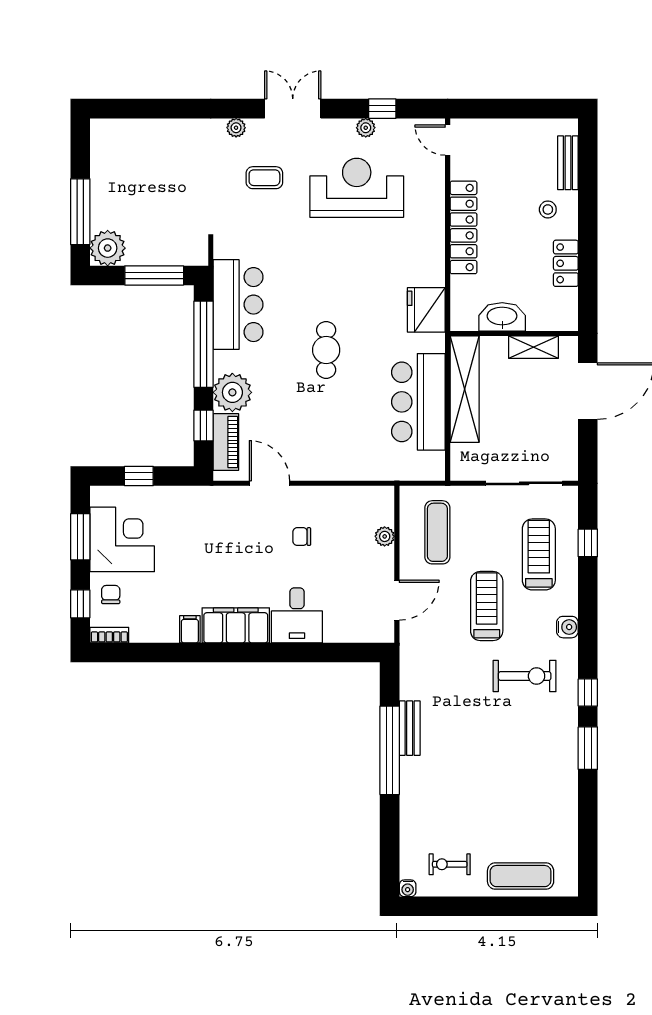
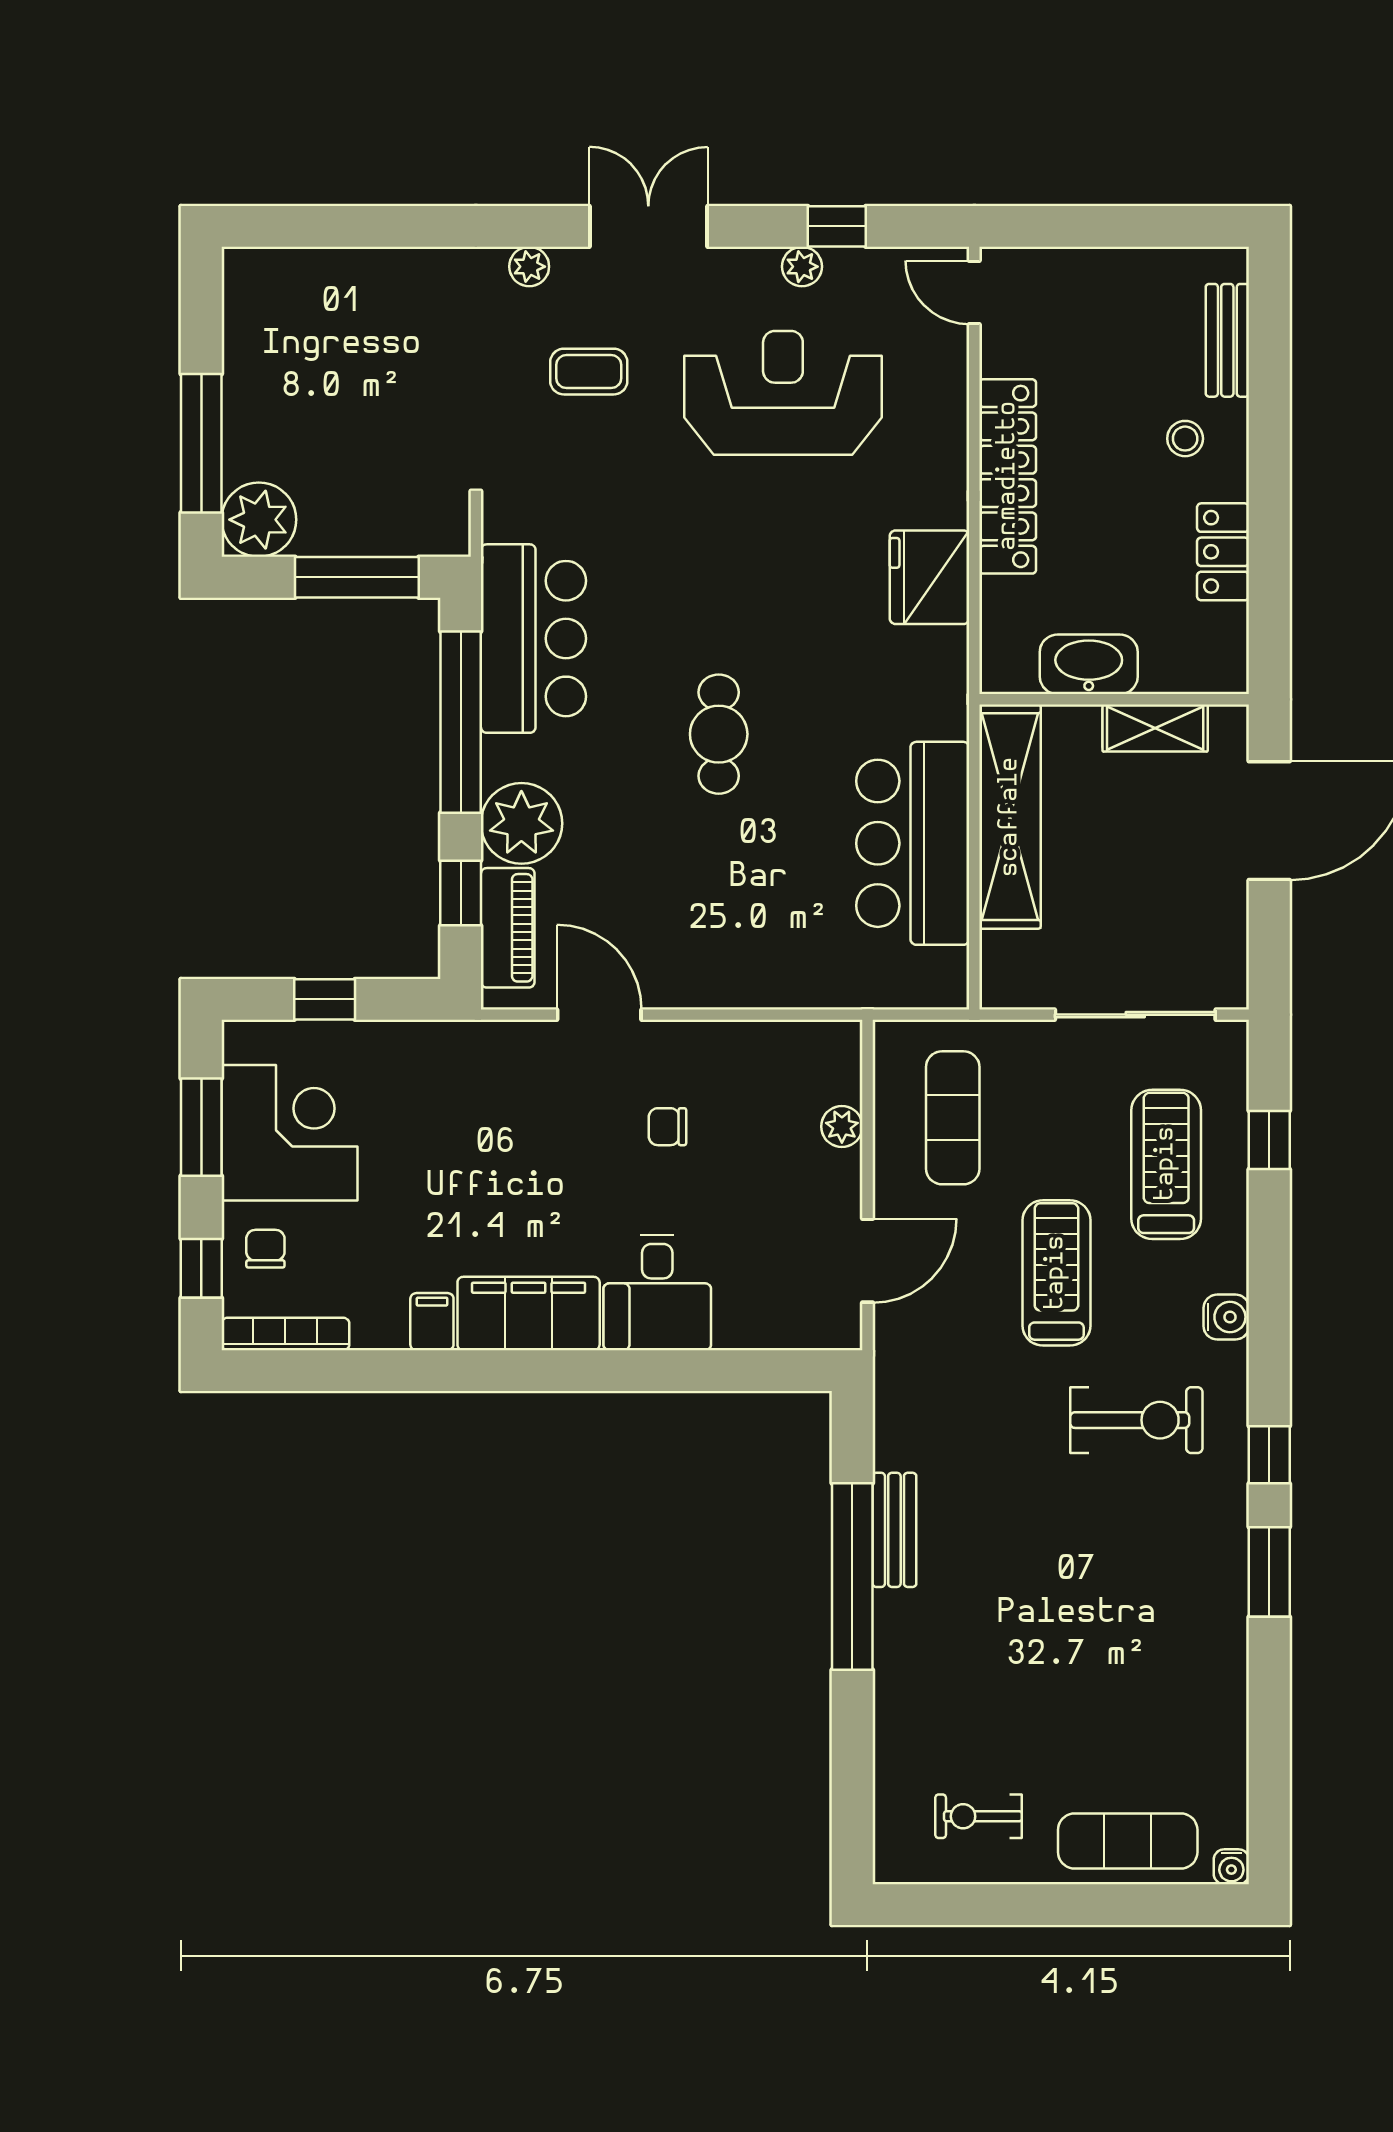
fridge: (426, 310) -> (930, 577), moved
bookcase: (109, 635) -> (285, 1334), width x1.56
water cooler: (408, 888) -> (1231, 1867), moved

